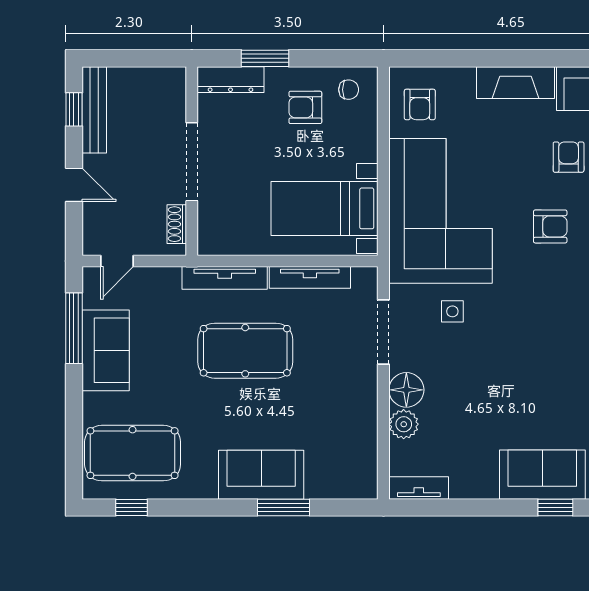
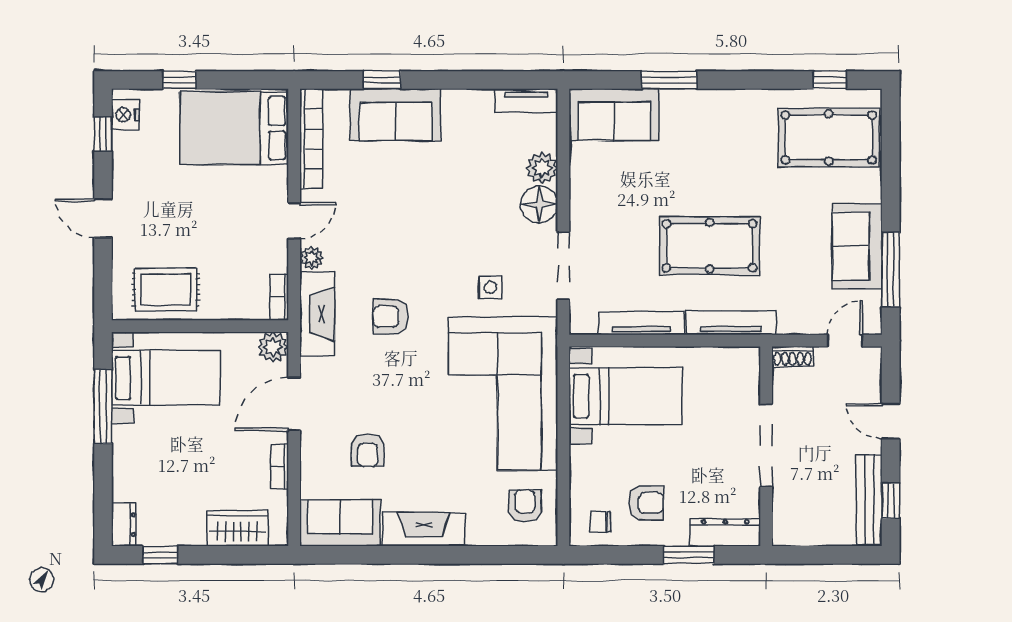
shoe rack: (177, 224) -> (793, 356), moved, turned 90
armchair: (550, 226) -> (391, 317), moved
sofa: (261, 475) -> (614, 115), moved

